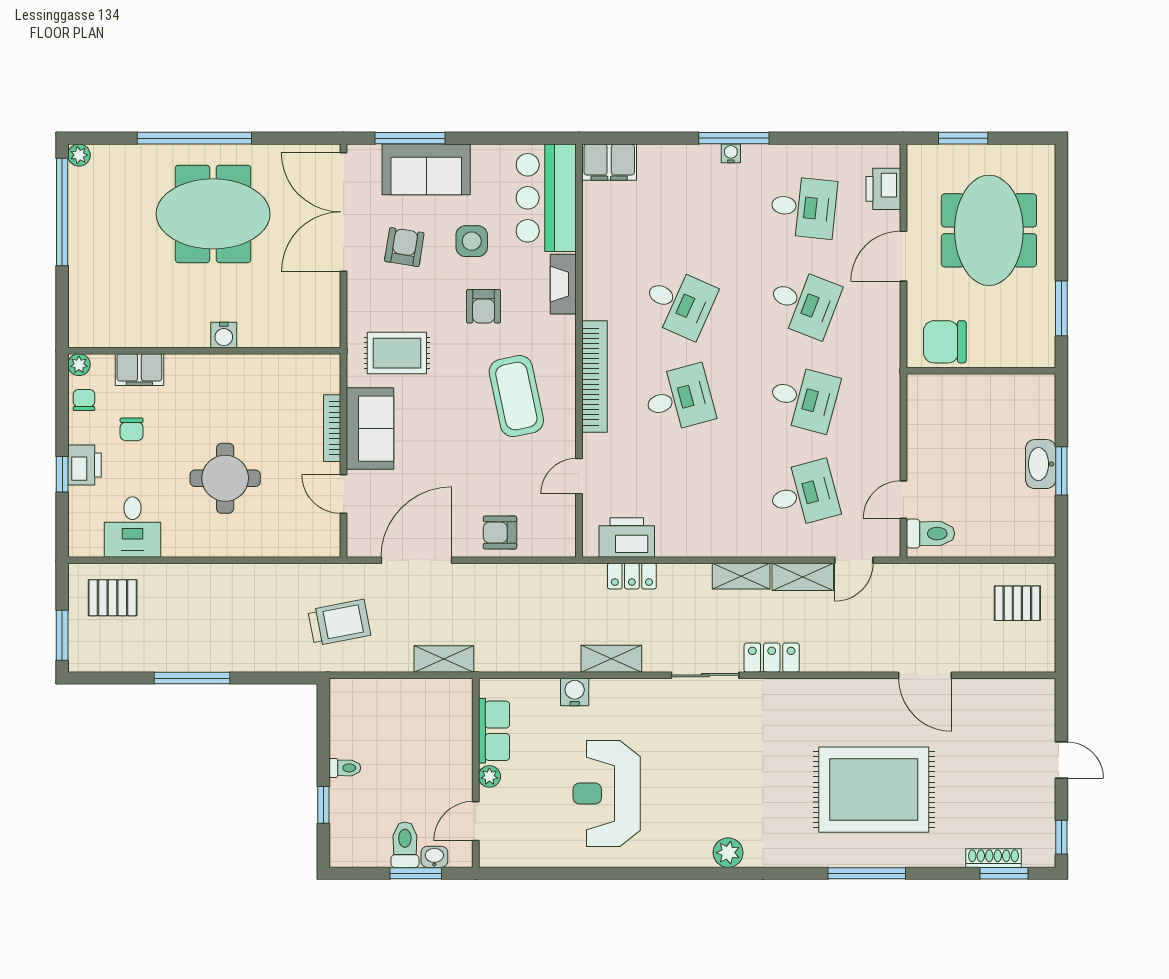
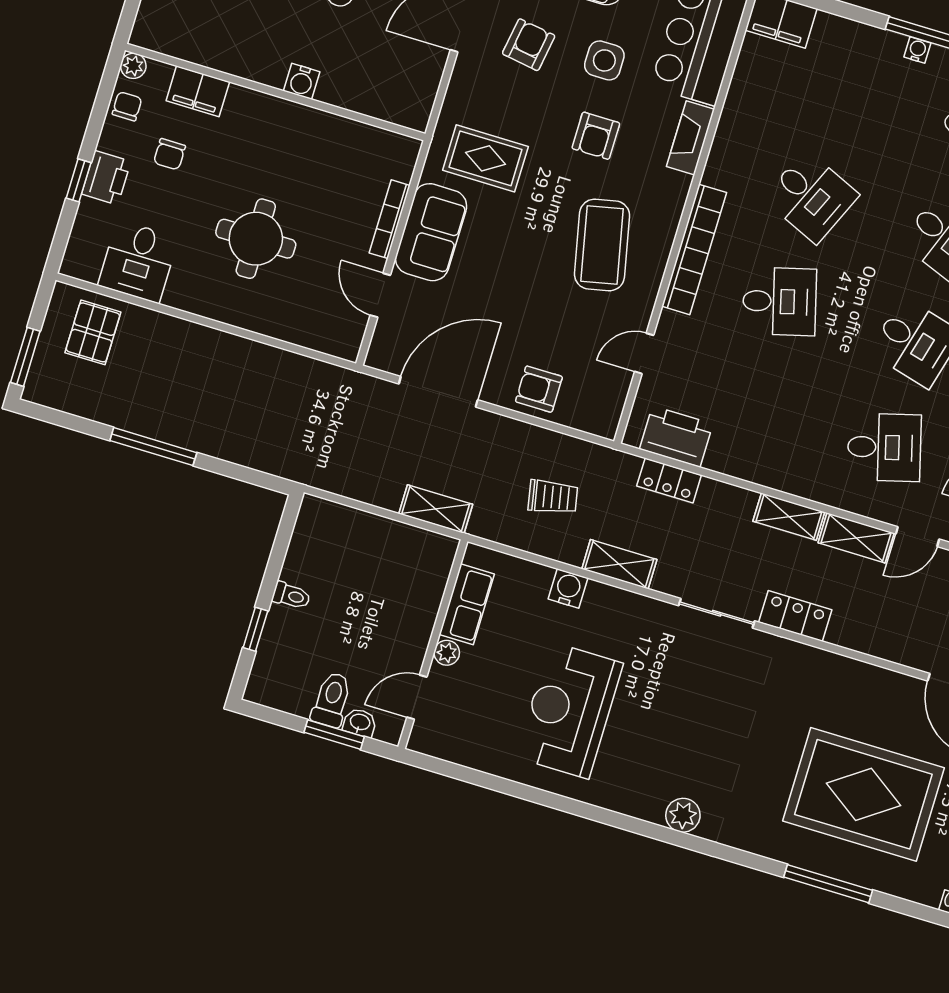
pallet: (113, 598) -> (93, 332), turned 90
trolley: (339, 623) -> (553, 497), moved, width x0.73, depth x0.72

